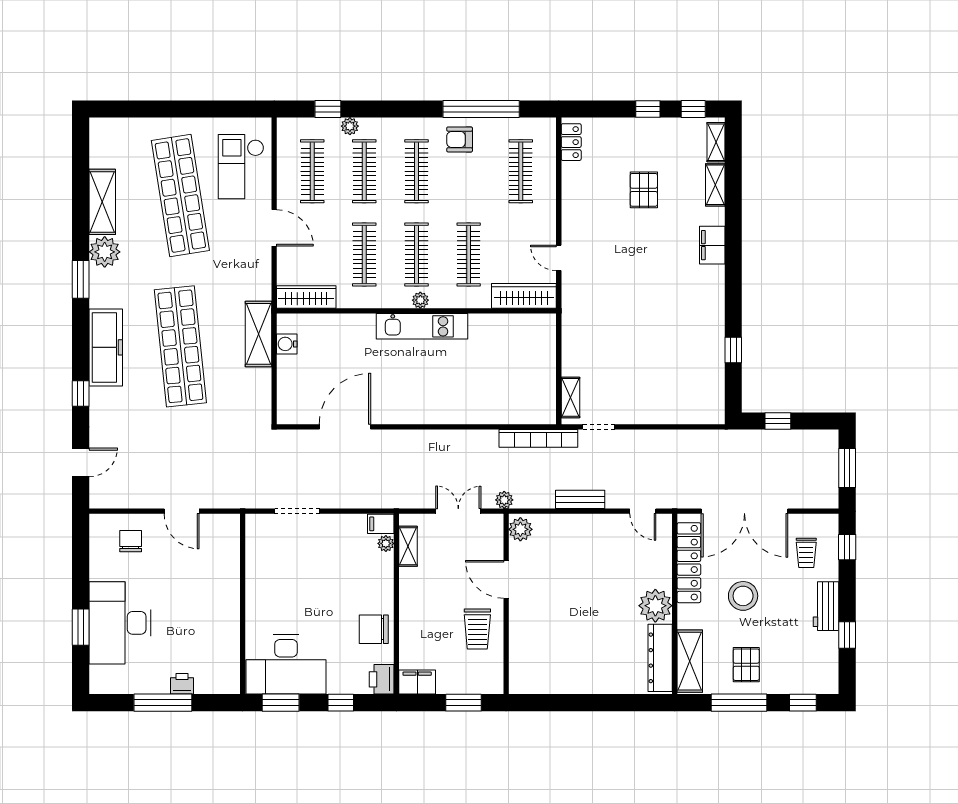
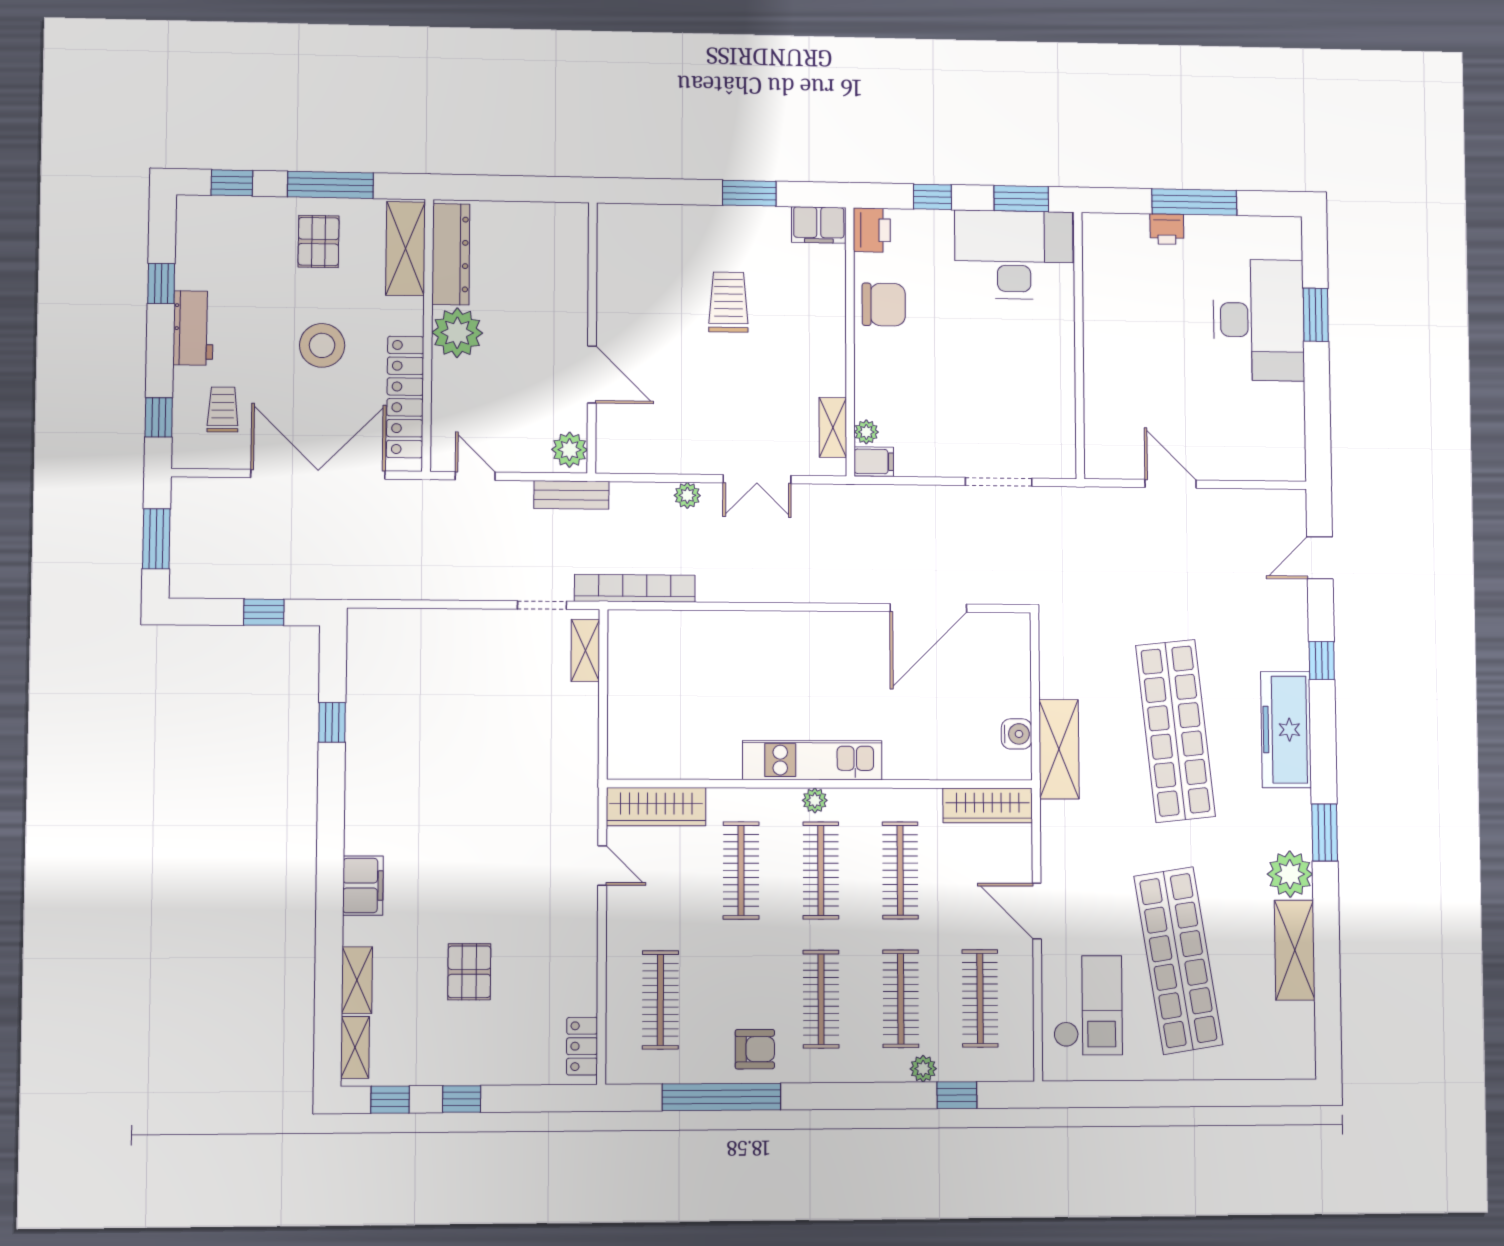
plant: (520, 529) -> (570, 450), moved
chair: (131, 541) -> (1245, 440), removed
door: (506, 579) -> (592, 374), moved
wall: (506, 604) -> (592, 337), moved

